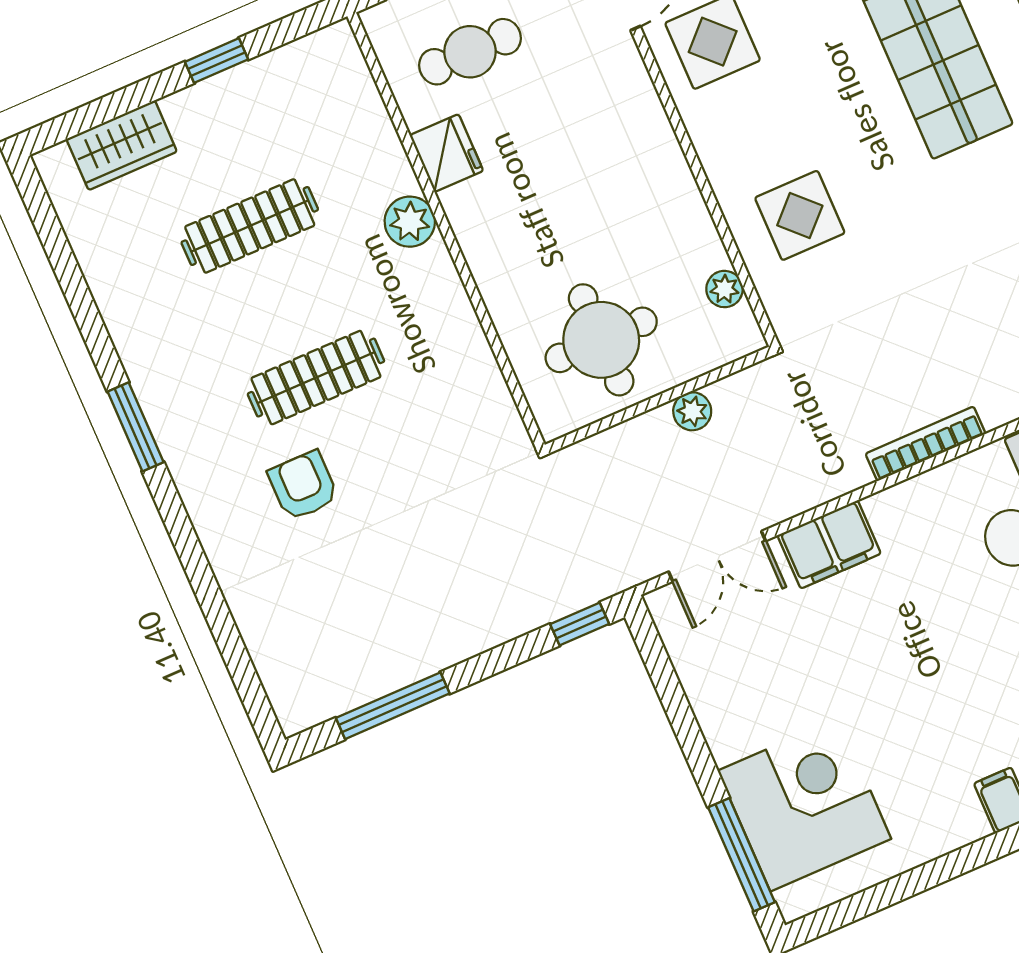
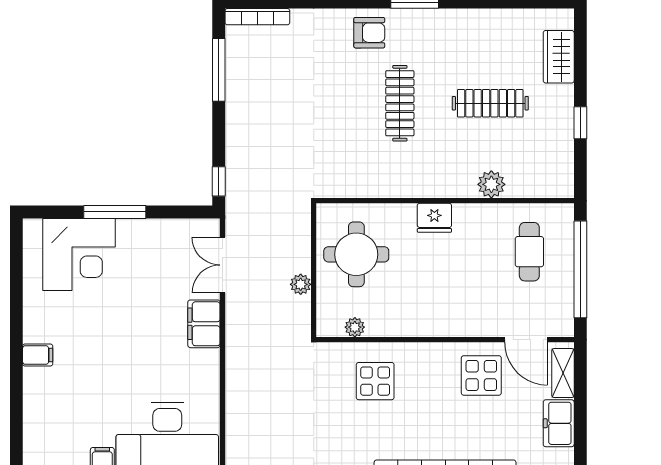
fridge: (447, 153) -> (434, 218), moved
plant: (410, 222) -> (491, 184), moved
clothes rail: (250, 226) -> (490, 103), turned 90
bookcase: (926, 444) -> (257, 17), moved, turned 90
armchair: (303, 486) -> (369, 33), moved
window: (742, 855) -> (115, 212), moved

